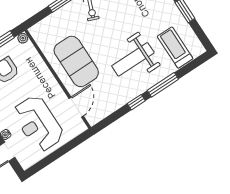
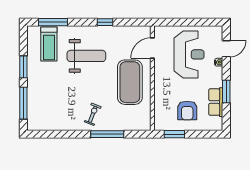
plant: (23, 38) -> (158, 126), removed
window: (163, 85) -> (53, 22), moved

